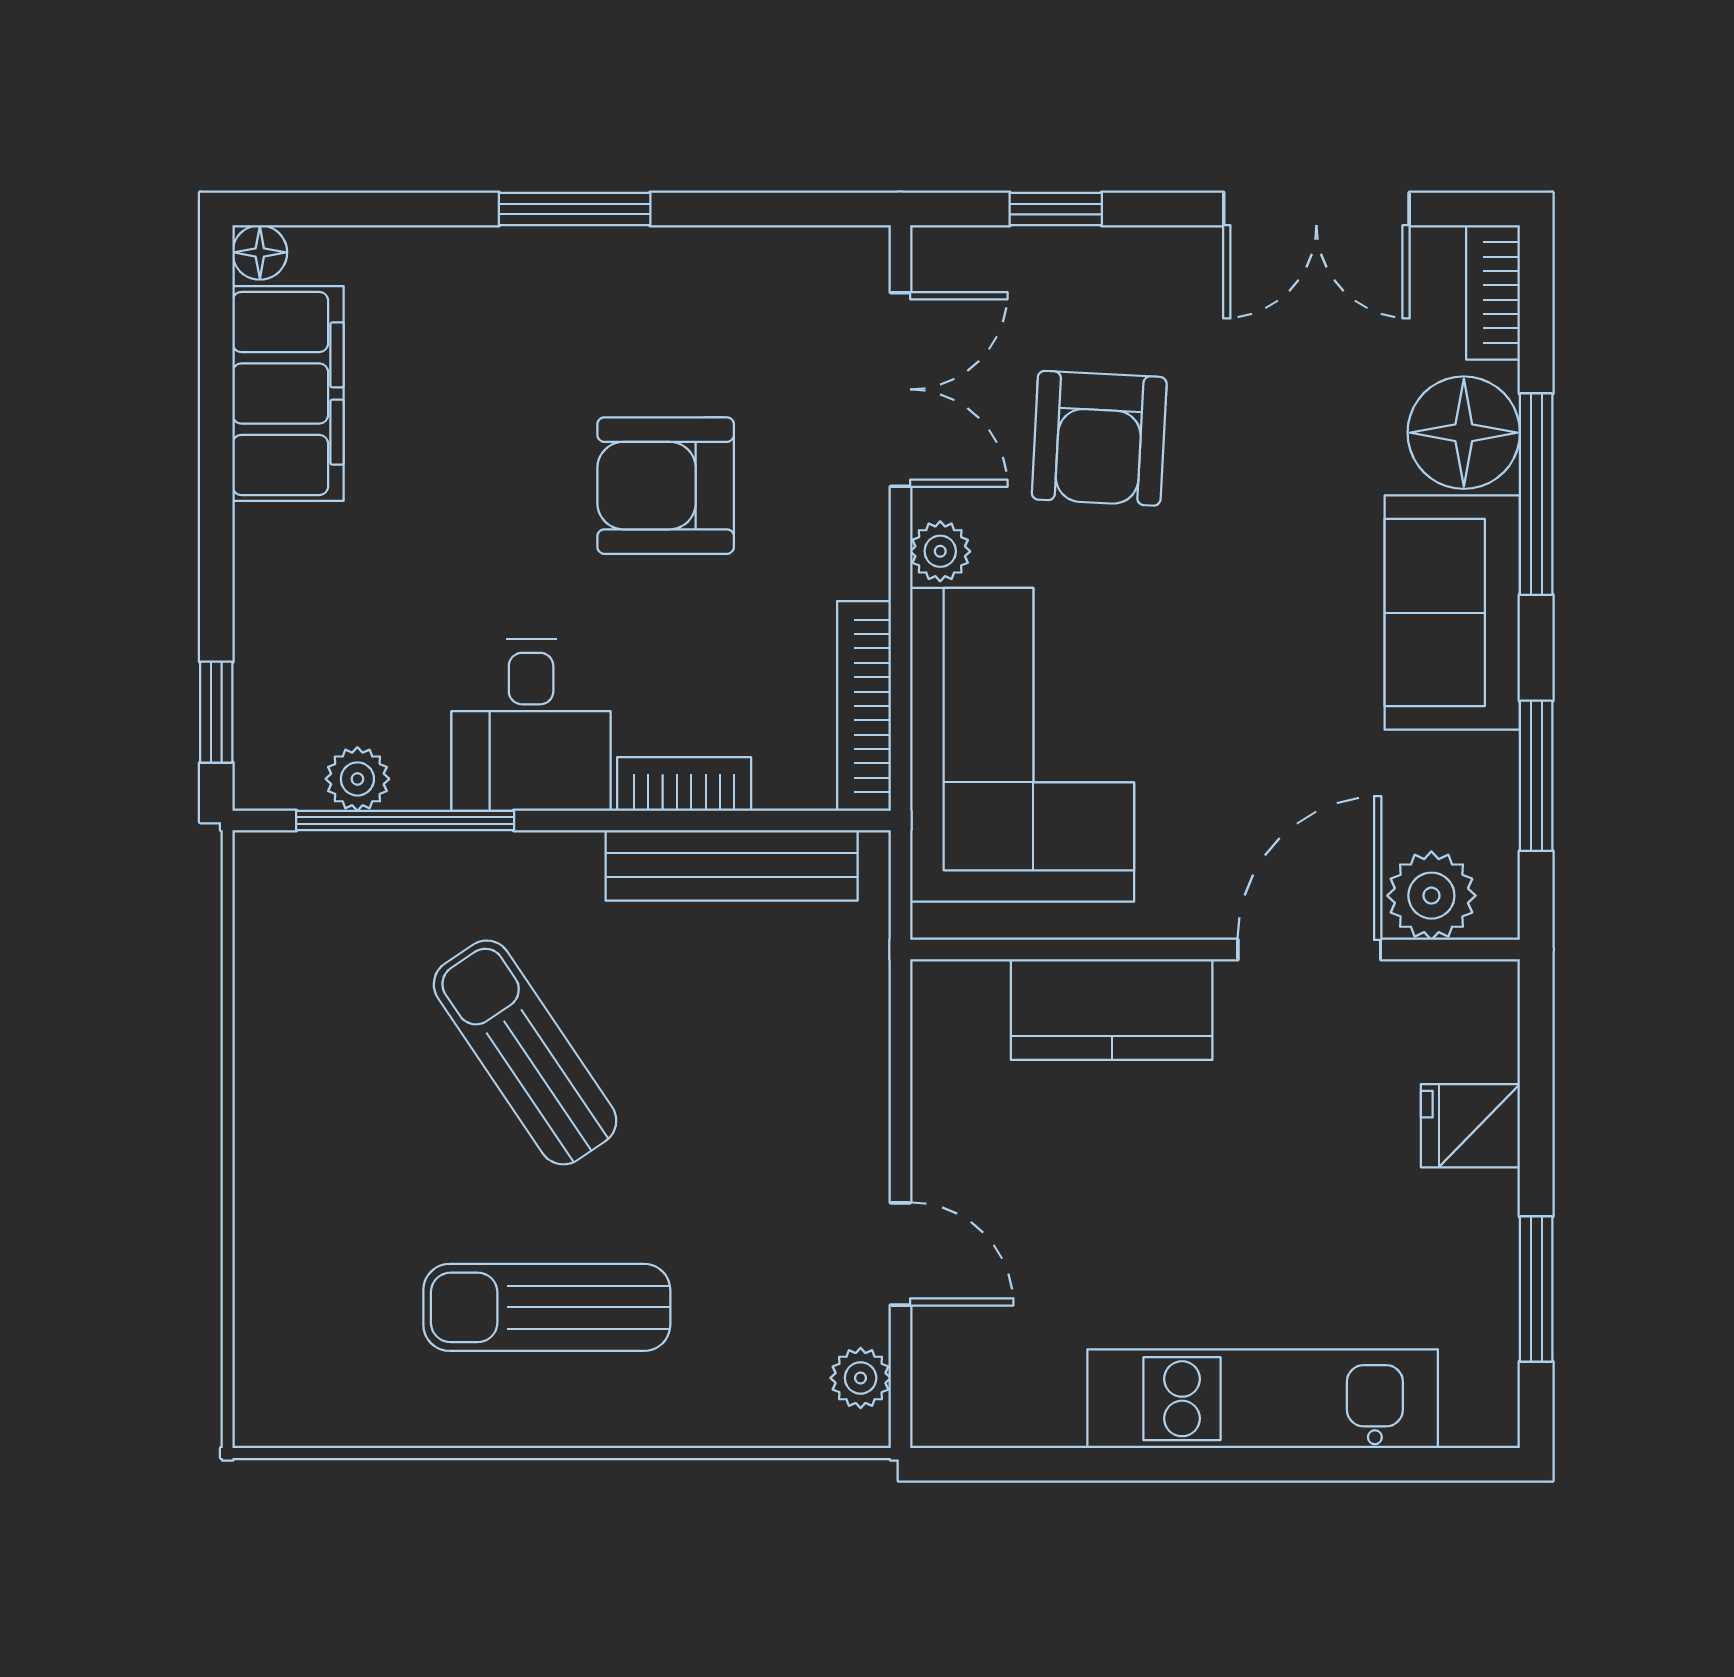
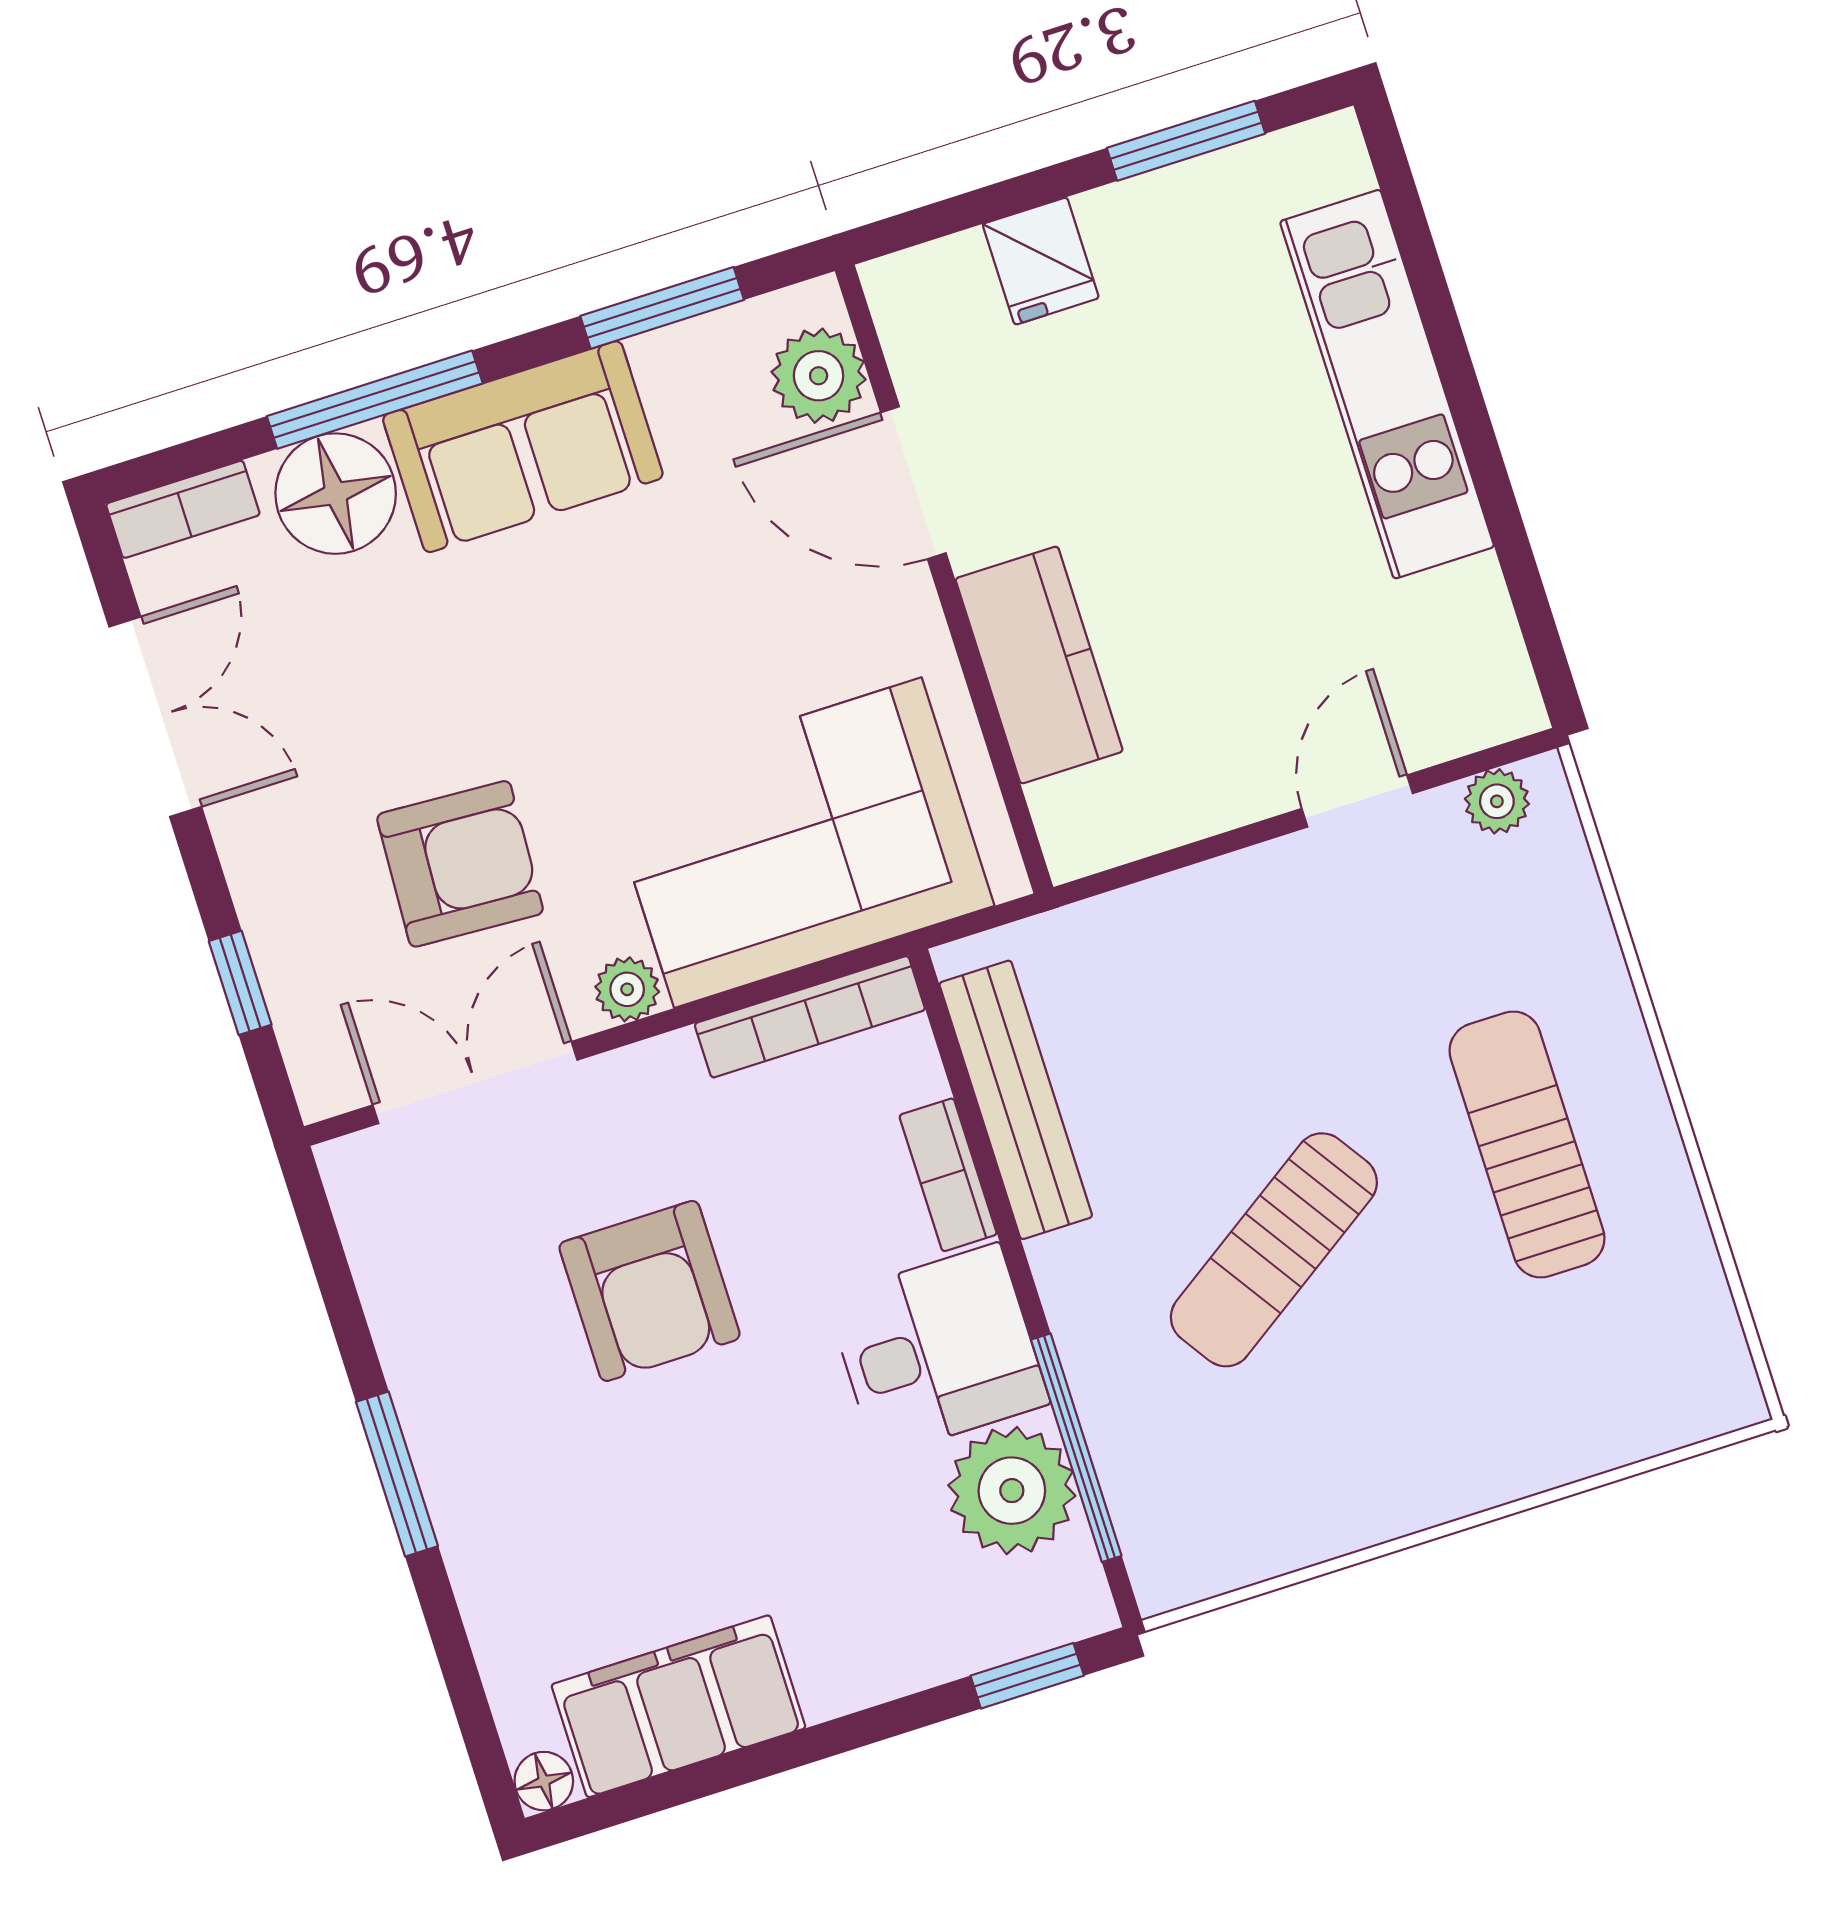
plant: (357, 779) -> (1012, 1491), width x1.88, depth x1.88
sun lounger: (547, 1307) -> (1527, 1145), turned 180

